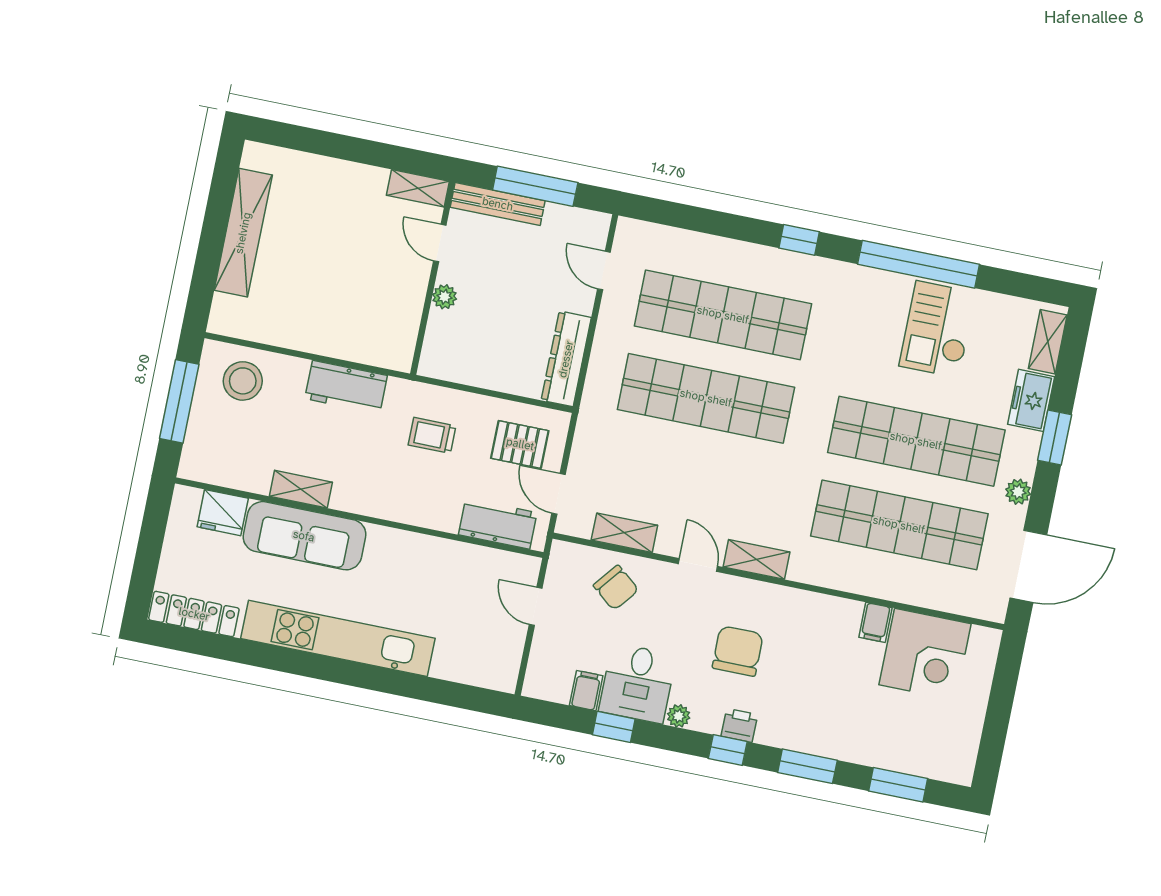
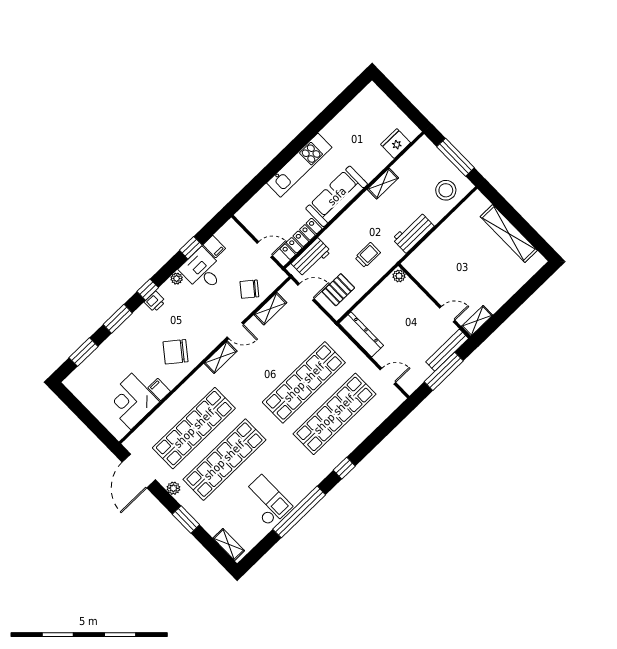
plant: (444, 297) -> (399, 276), moved
freezer: (1031, 400) -> (209, 520), removed
sofa: (304, 536) -> (337, 196), moved
locker: (194, 614) -> (301, 239), moved, turned 180
kitchen unit: (338, 638) -> (299, 165), width x0.73
chair: (738, 651) -> (175, 352), moved, turned 128

